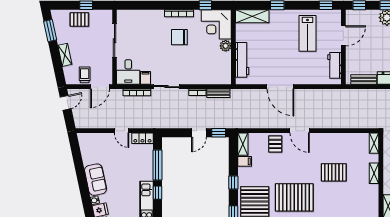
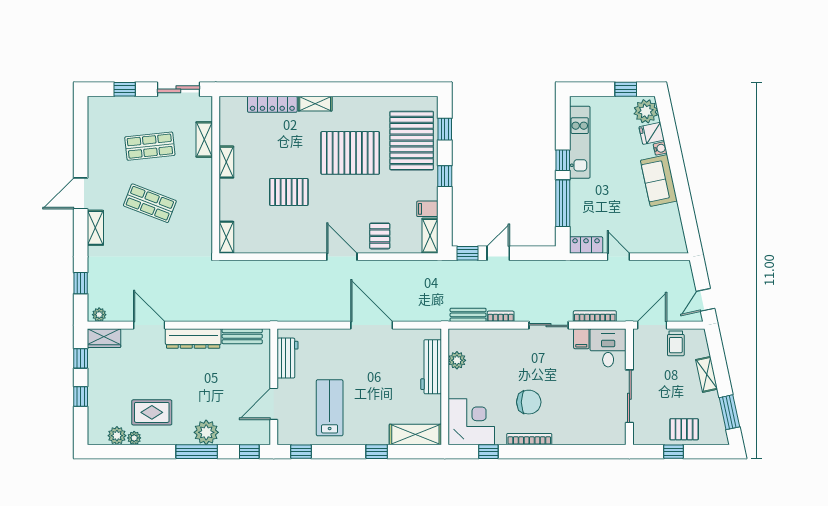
plant: (226, 46) -> (457, 360), moved
shelving: (374, 173) -> (226, 162), moved

